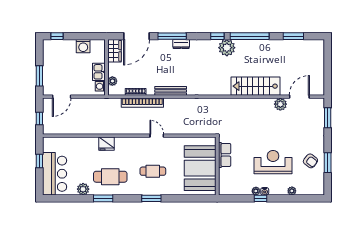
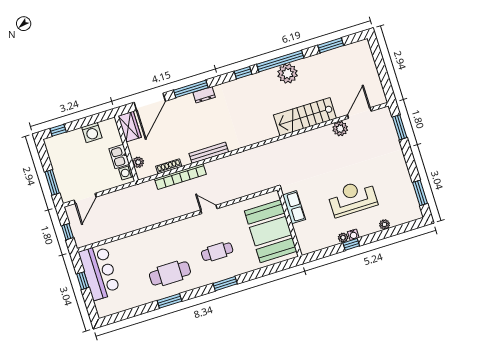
plant: (227, 48) -> (287, 74), moved
fridge: (106, 144) -> (154, 237), removed
armchair: (310, 161) -> (395, 183), removed
window: (328, 163) -> (420, 193), moved
bar counter: (55, 174) -> (99, 272), moved
plant: (83, 189) -> (143, 297), removed

